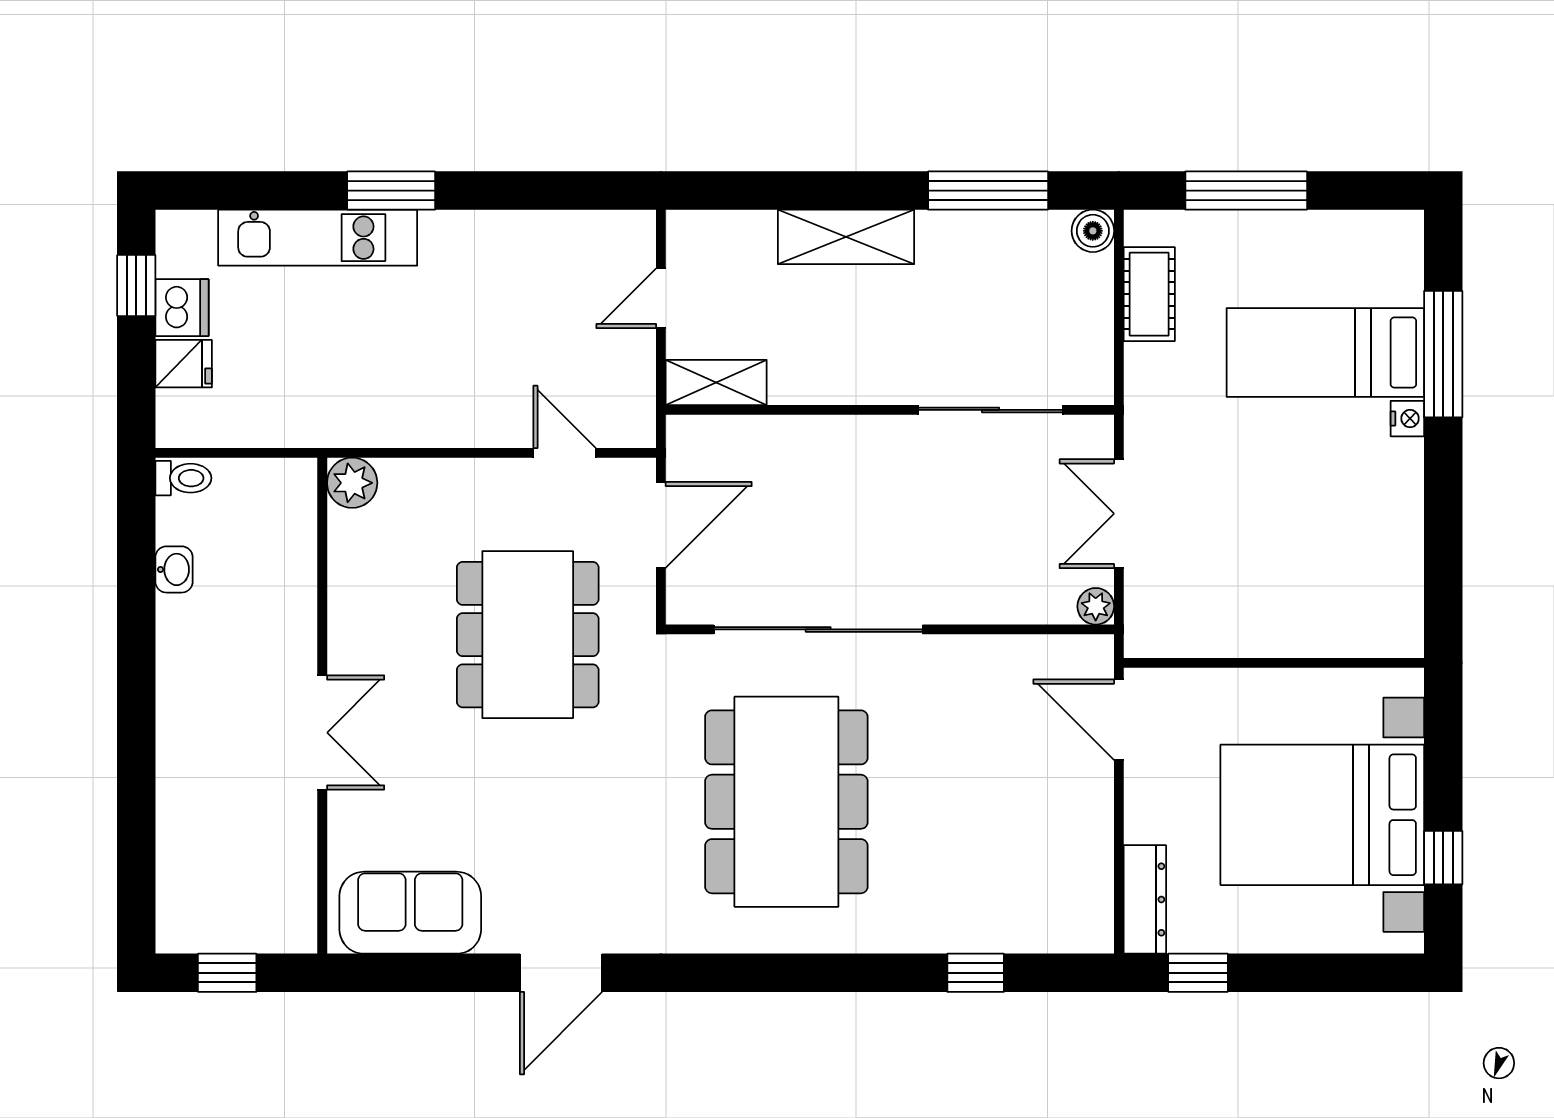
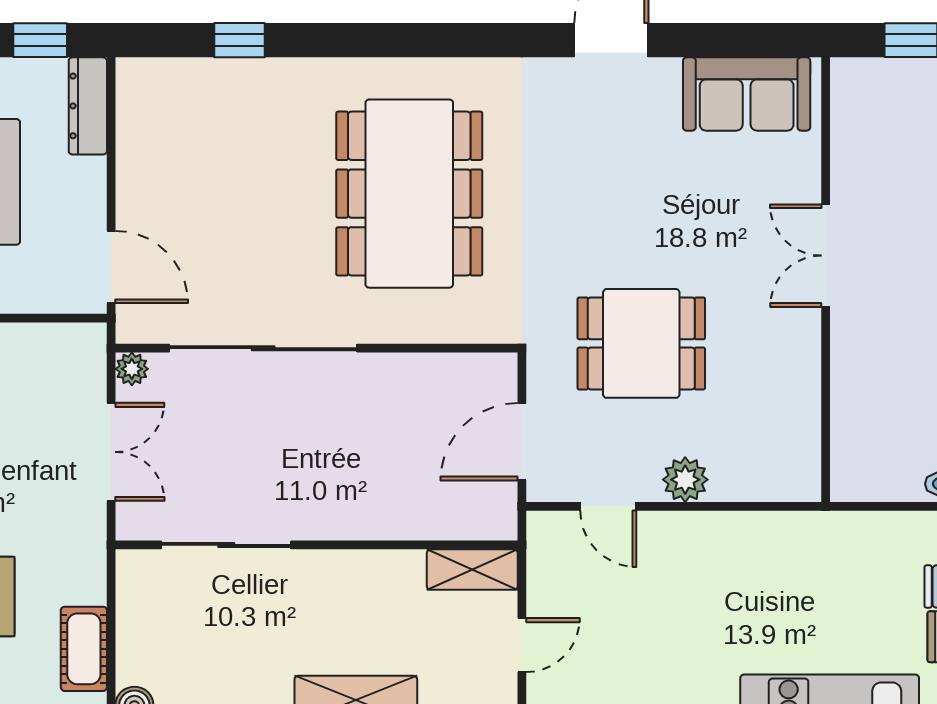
plant: (352, 483) -> (685, 480), moved
sliding door: (818, 629) -> (263, 348), moved
dining table: (528, 635) -> (641, 343), width x0.73

